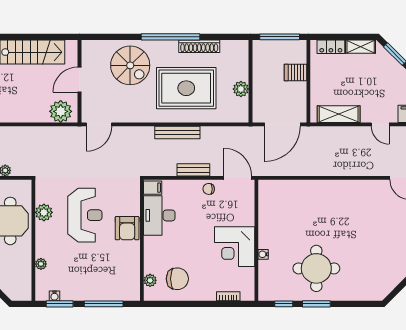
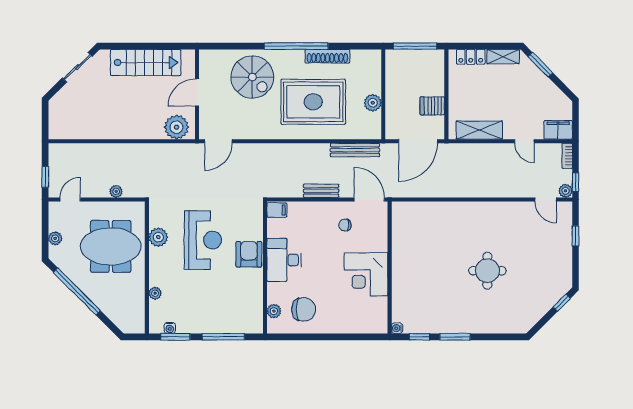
server rack: (296, 72) -> (432, 106), moved
bench: (177, 132) -> (355, 150), moved
chair: (209, 189) -> (345, 225), moved
desk: (159, 215) -> (284, 260), moved
armchair: (127, 228) -> (249, 254), turned 180
water cooler: (263, 254) -> (397, 328), moved
round table: (316, 268) -> (487, 271), moved, width x0.73, depth x0.73
bookcase: (228, 296) -> (359, 329), removed

